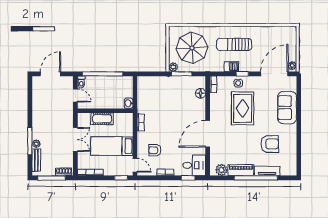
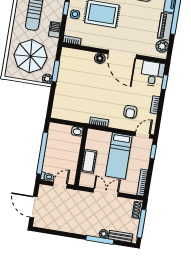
barbecue: (231, 67) -> (55, 30), moved
floor lamp: (201, 93) -> (100, 58), moved

